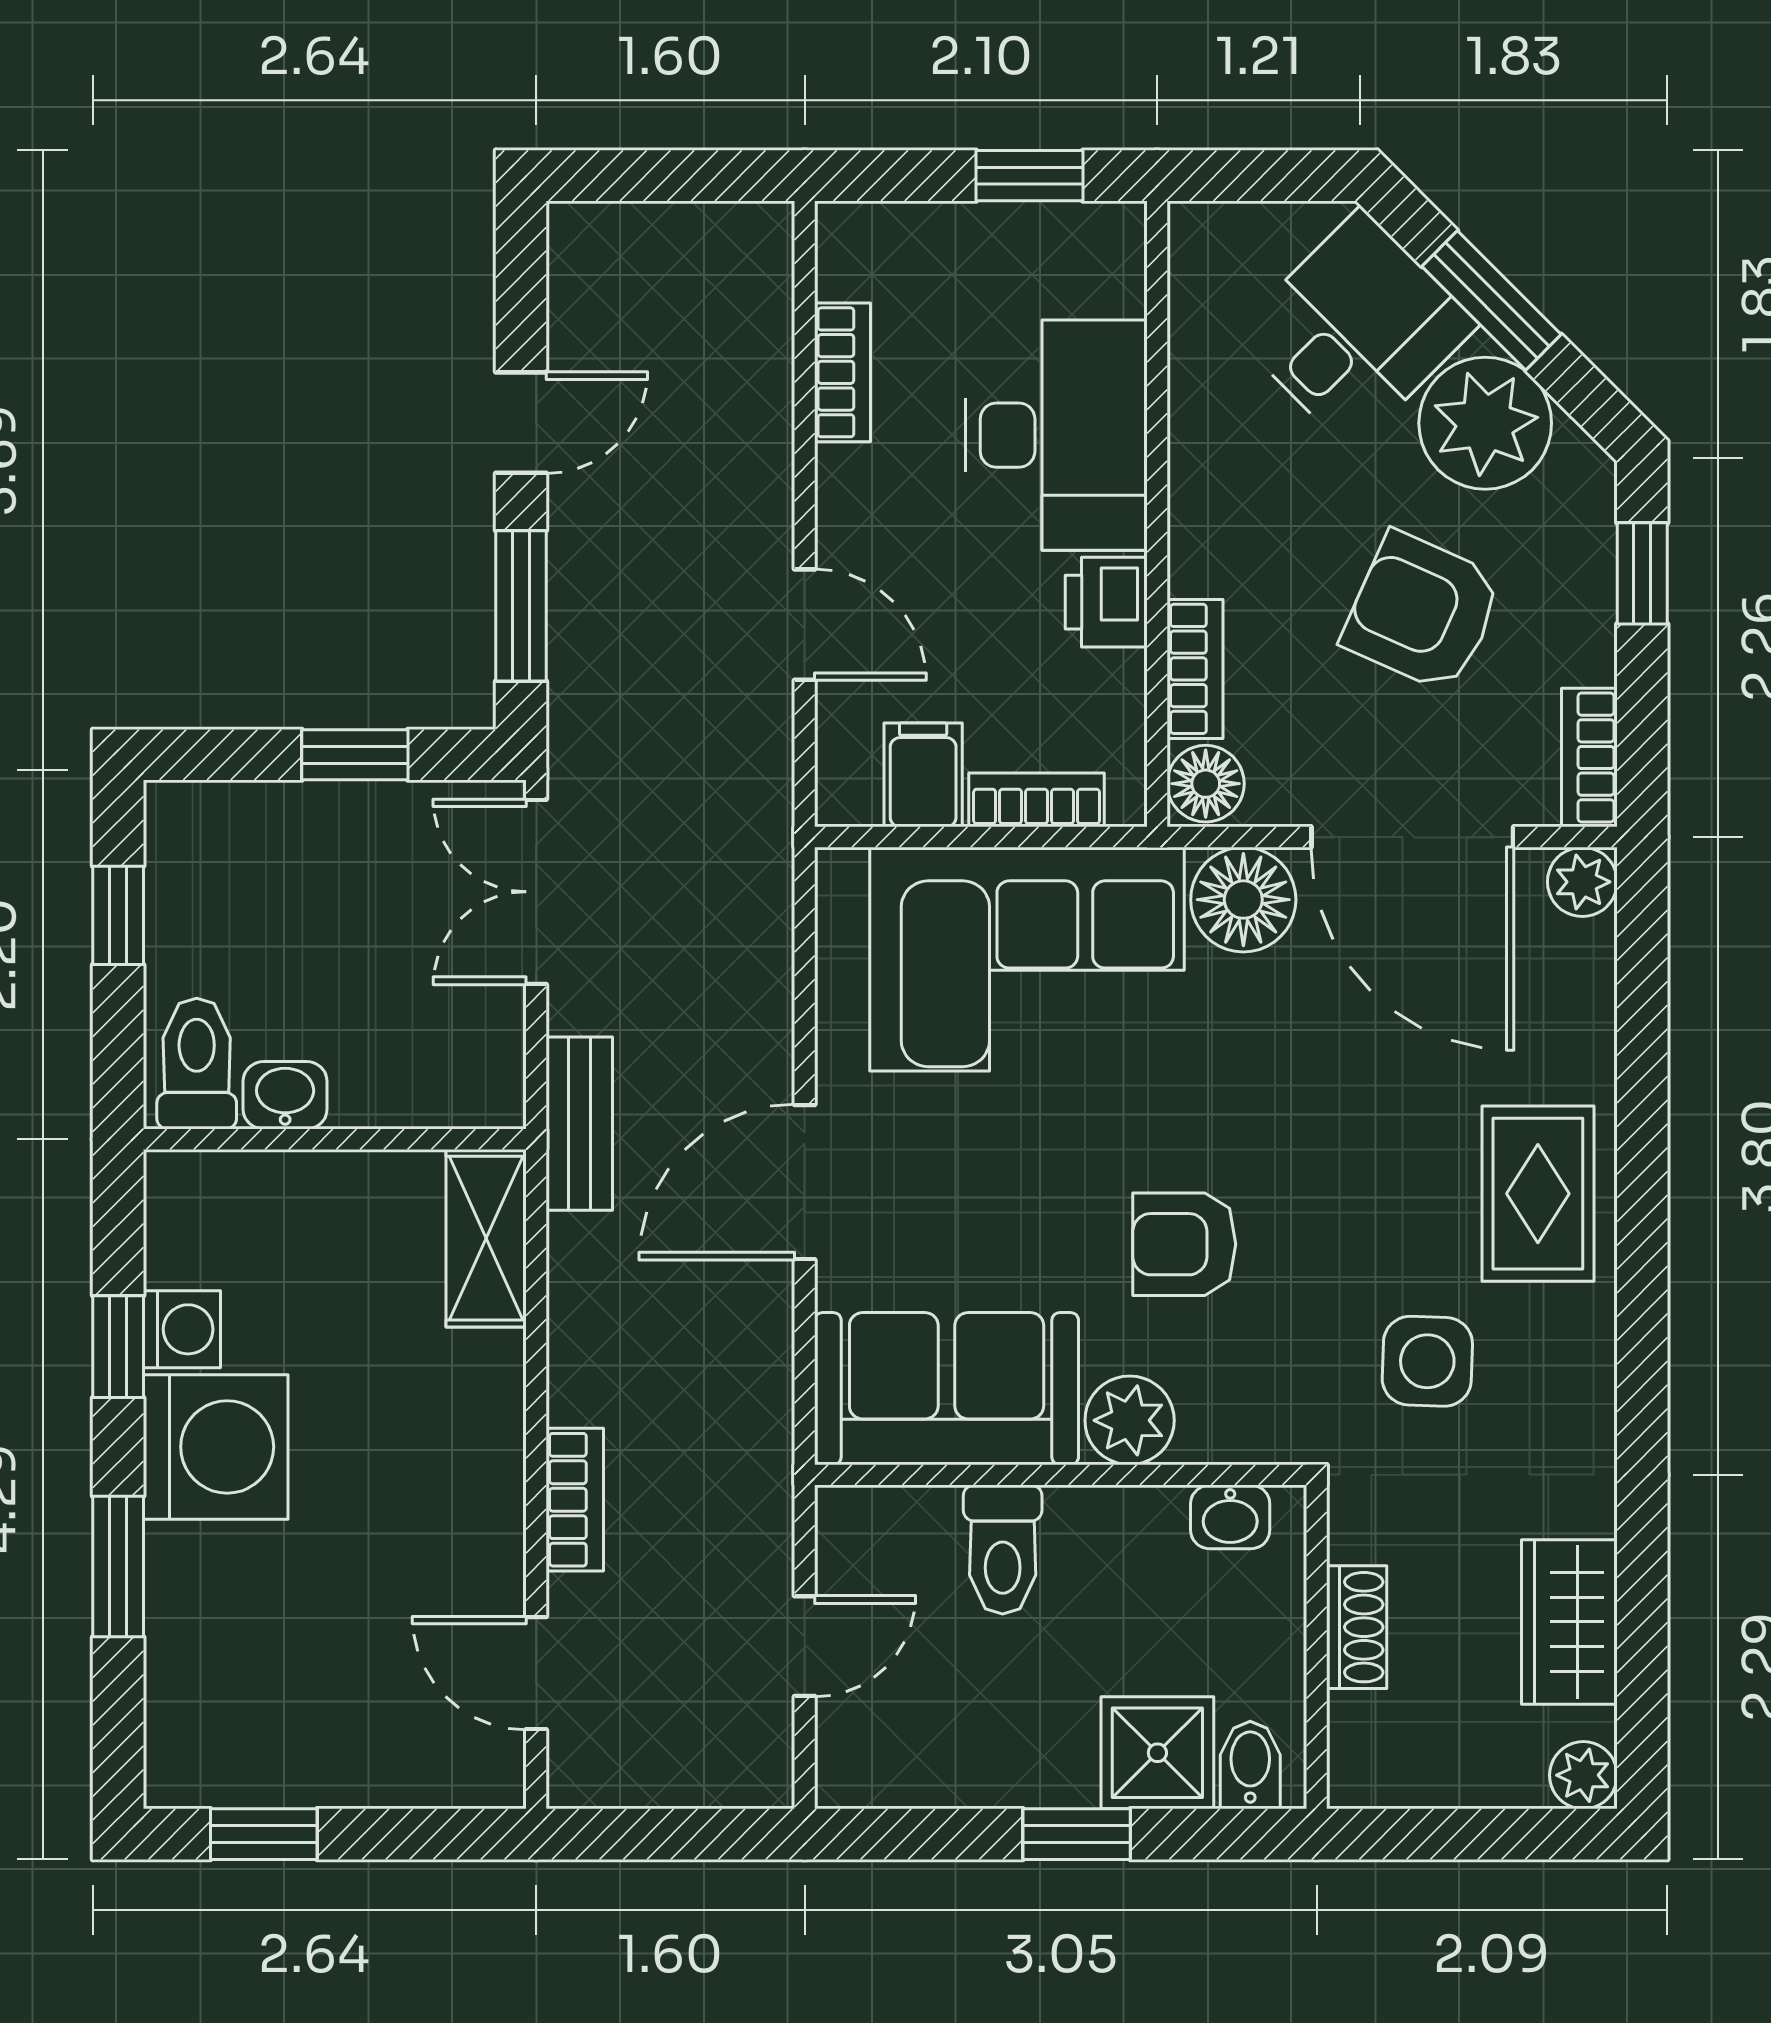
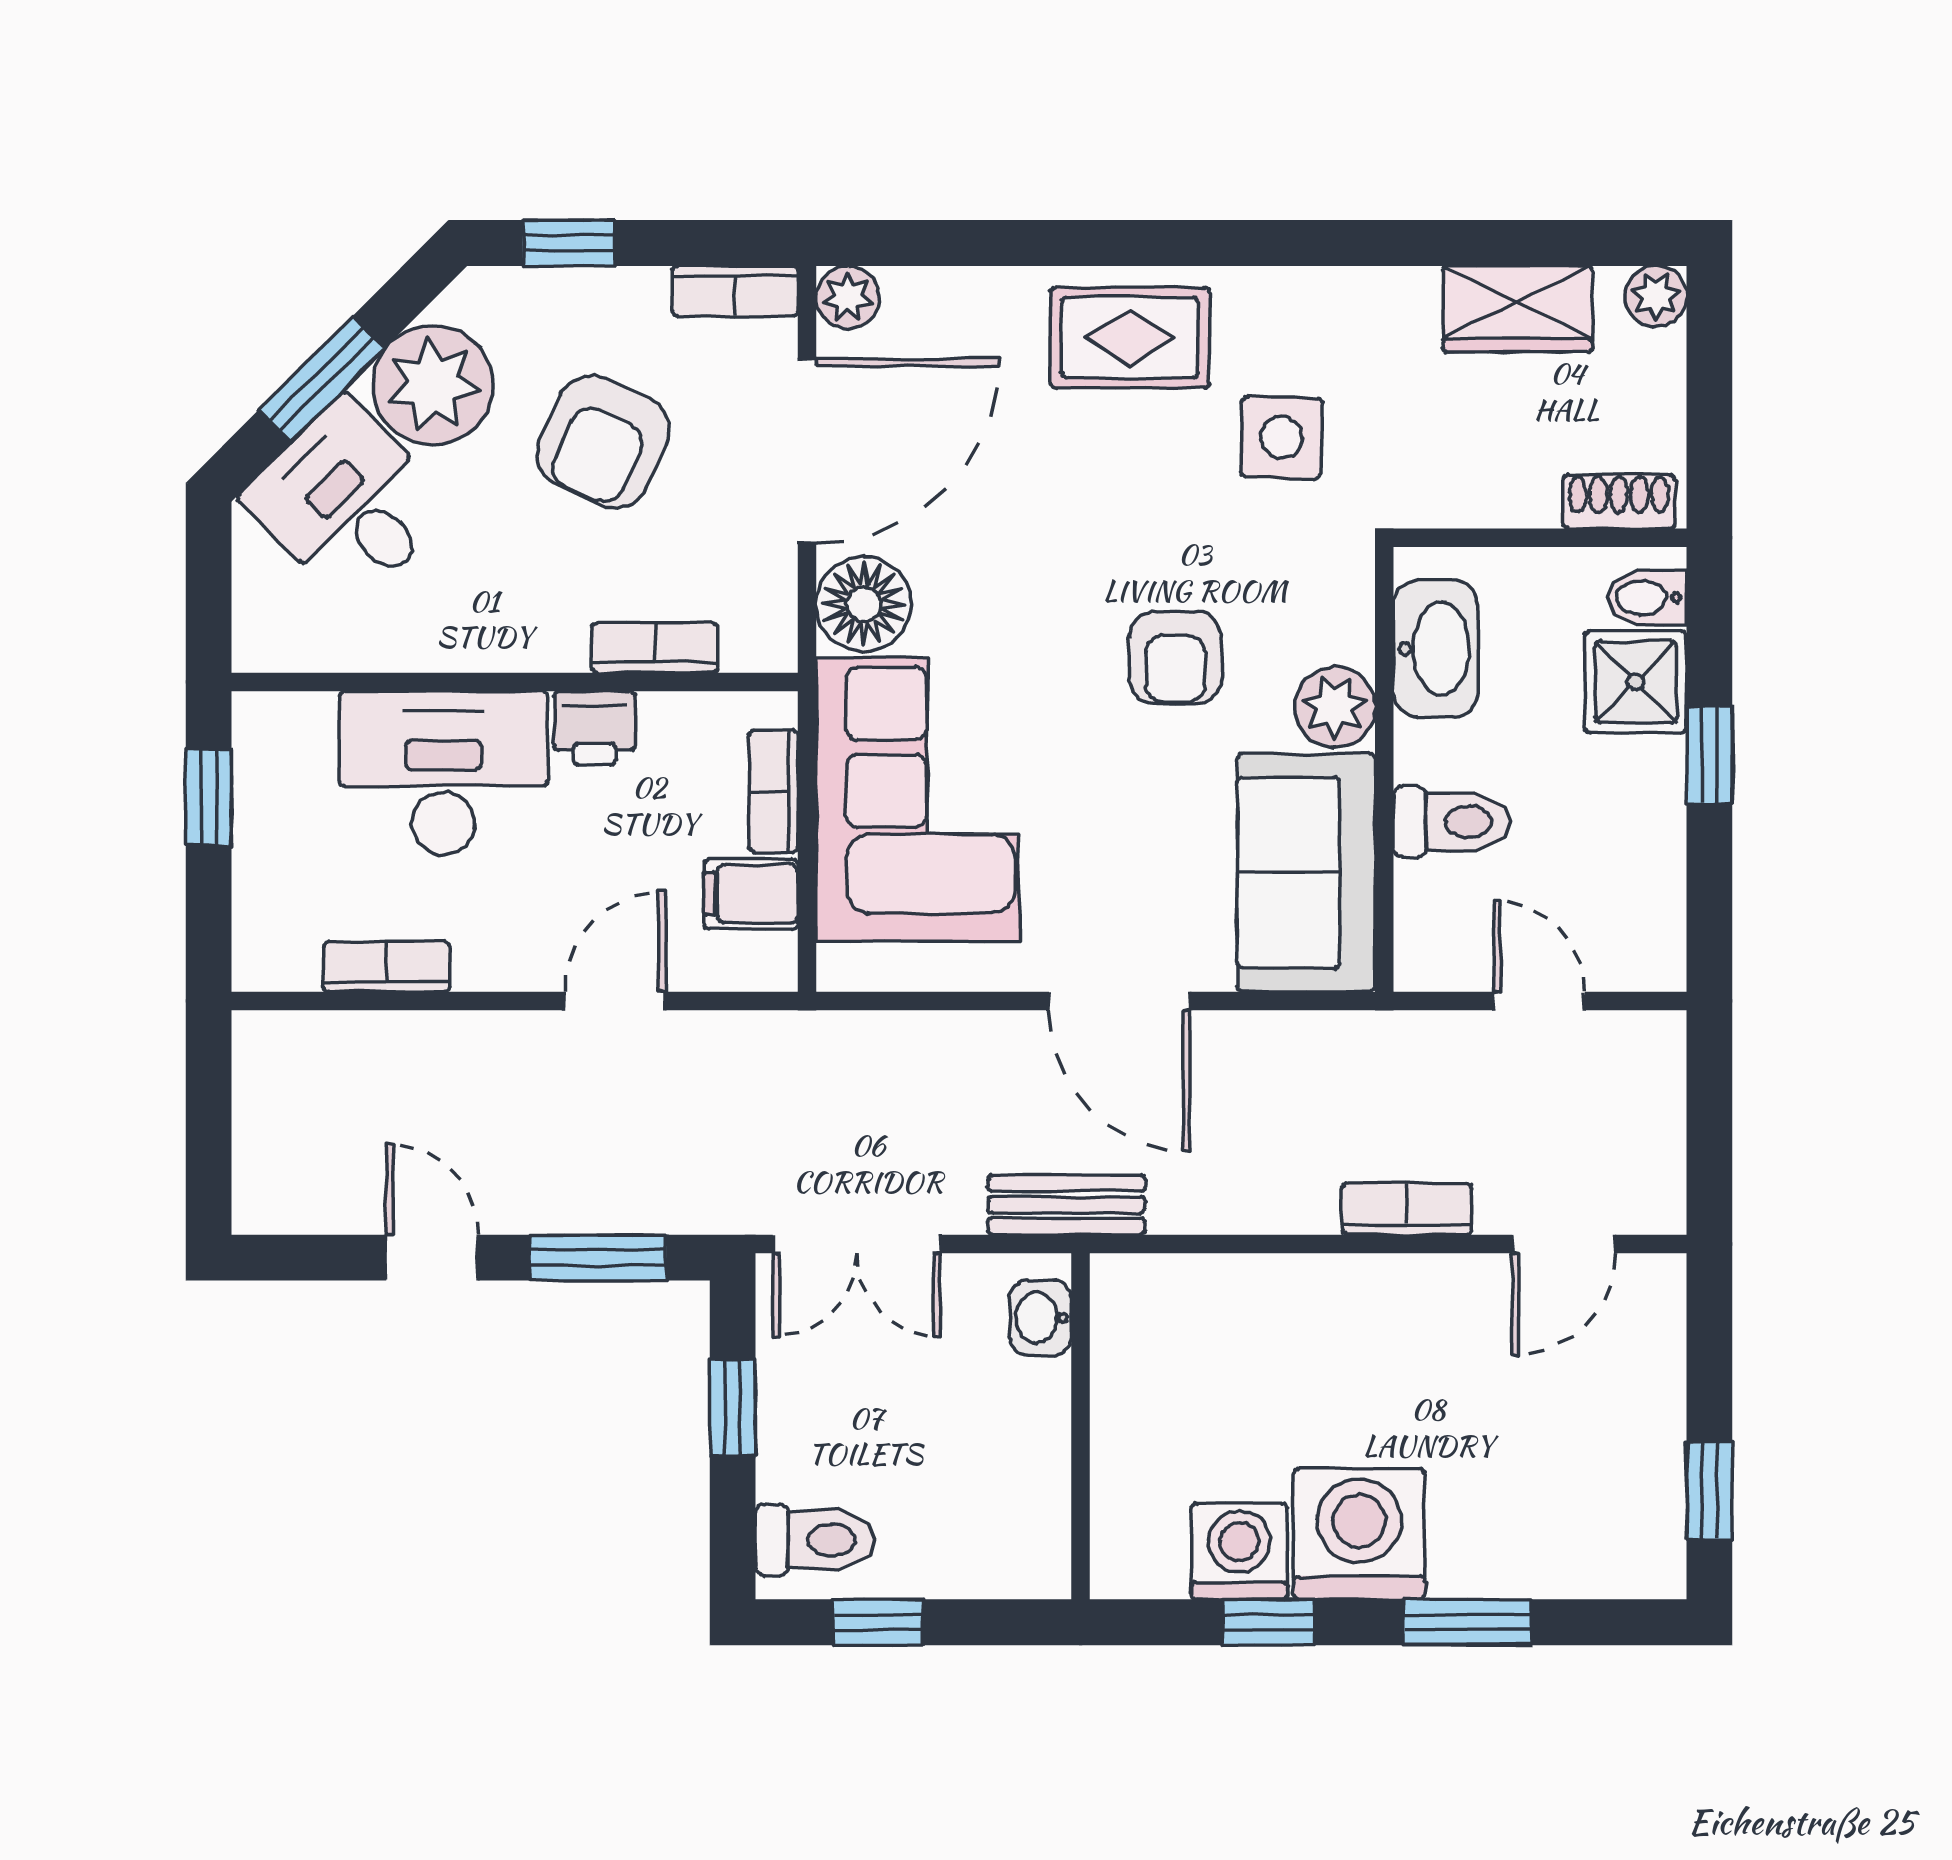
floor lamp: (1206, 784) -> (759, 638), removed
toilet: (197, 1064) -> (815, 1540), moved, turned 180
washbasin: (285, 1095) -> (1041, 1318), moved
shelving: (486, 1238) -> (1170, 1289), removed
washing machine: (182, 1329) -> (1239, 1551), width x1.38, depth x1.38
washbasin: (1230, 1517) -> (1435, 649), width x1.91, depth x1.45
shoe rack: (1357, 1627) -> (1619, 501), moved

